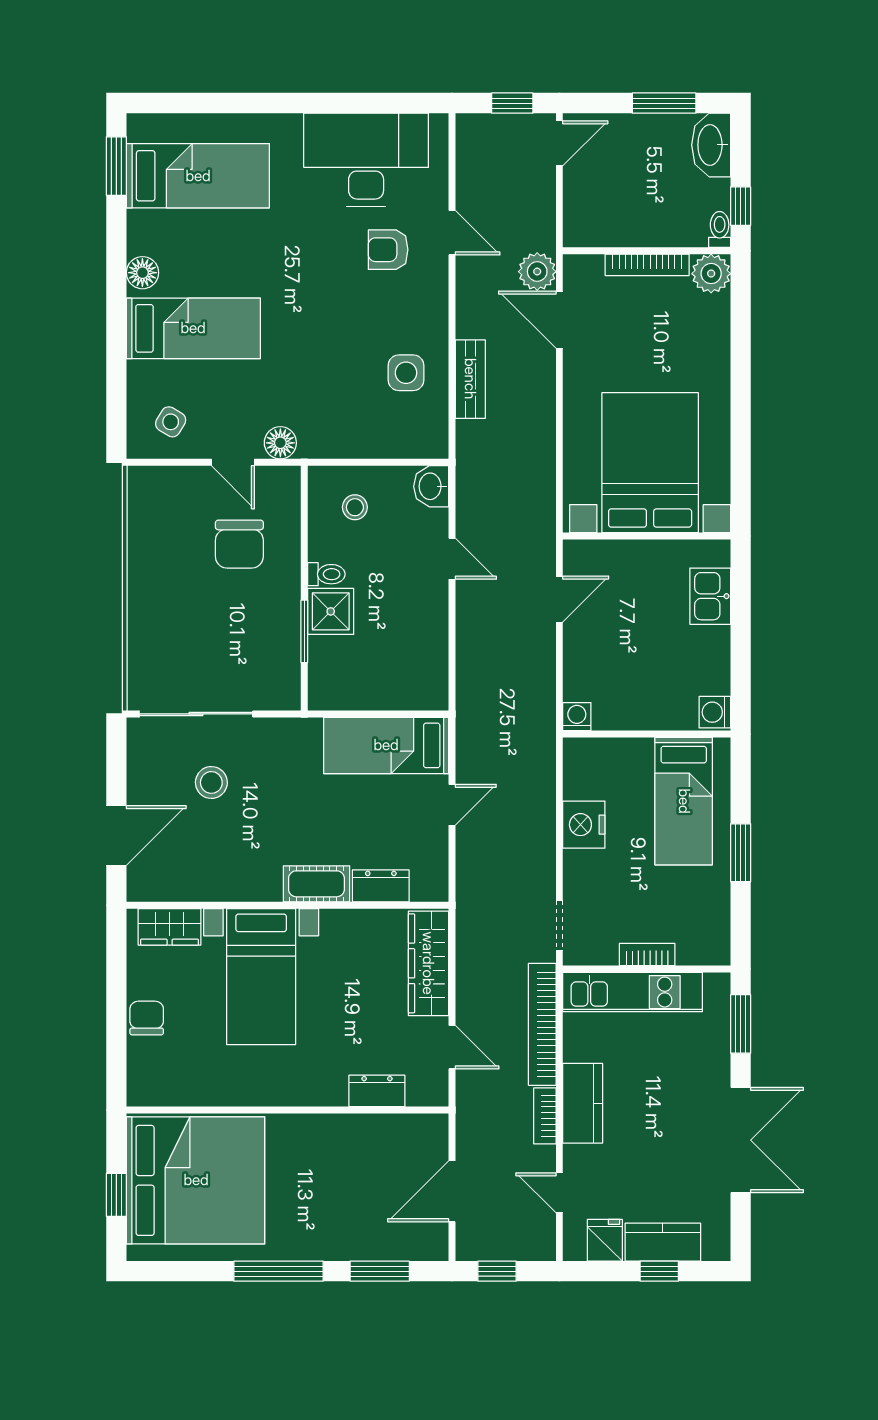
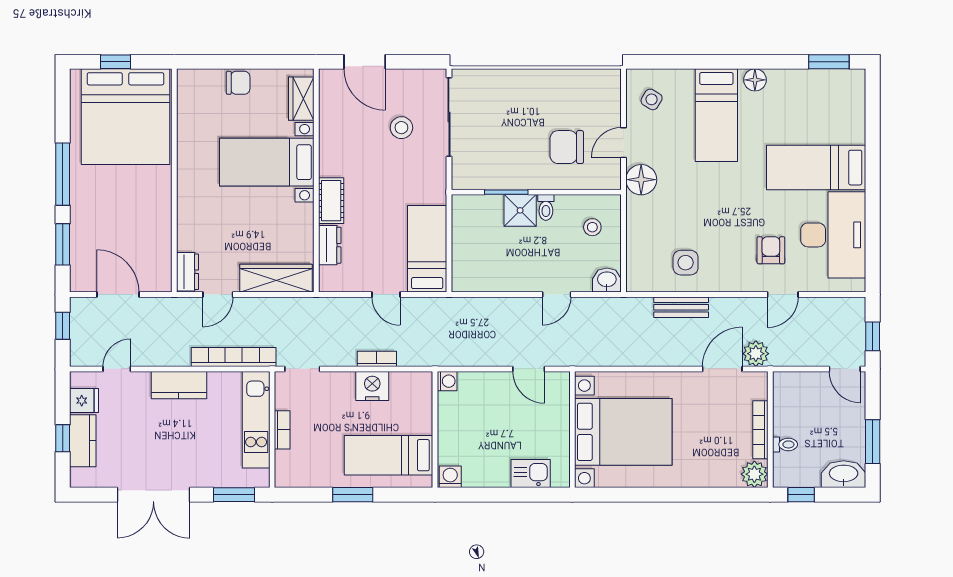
bed: (198, 176) -> (816, 168), moved, turned 90
toilet: (720, 229) -> (785, 444), moved
floor lamp: (280, 443) -> (641, 180), width x1.38, depth x1.38
dresser: (377, 1091) -> (188, 272), moved
bookcase: (545, 1116) -> (377, 359), moved

